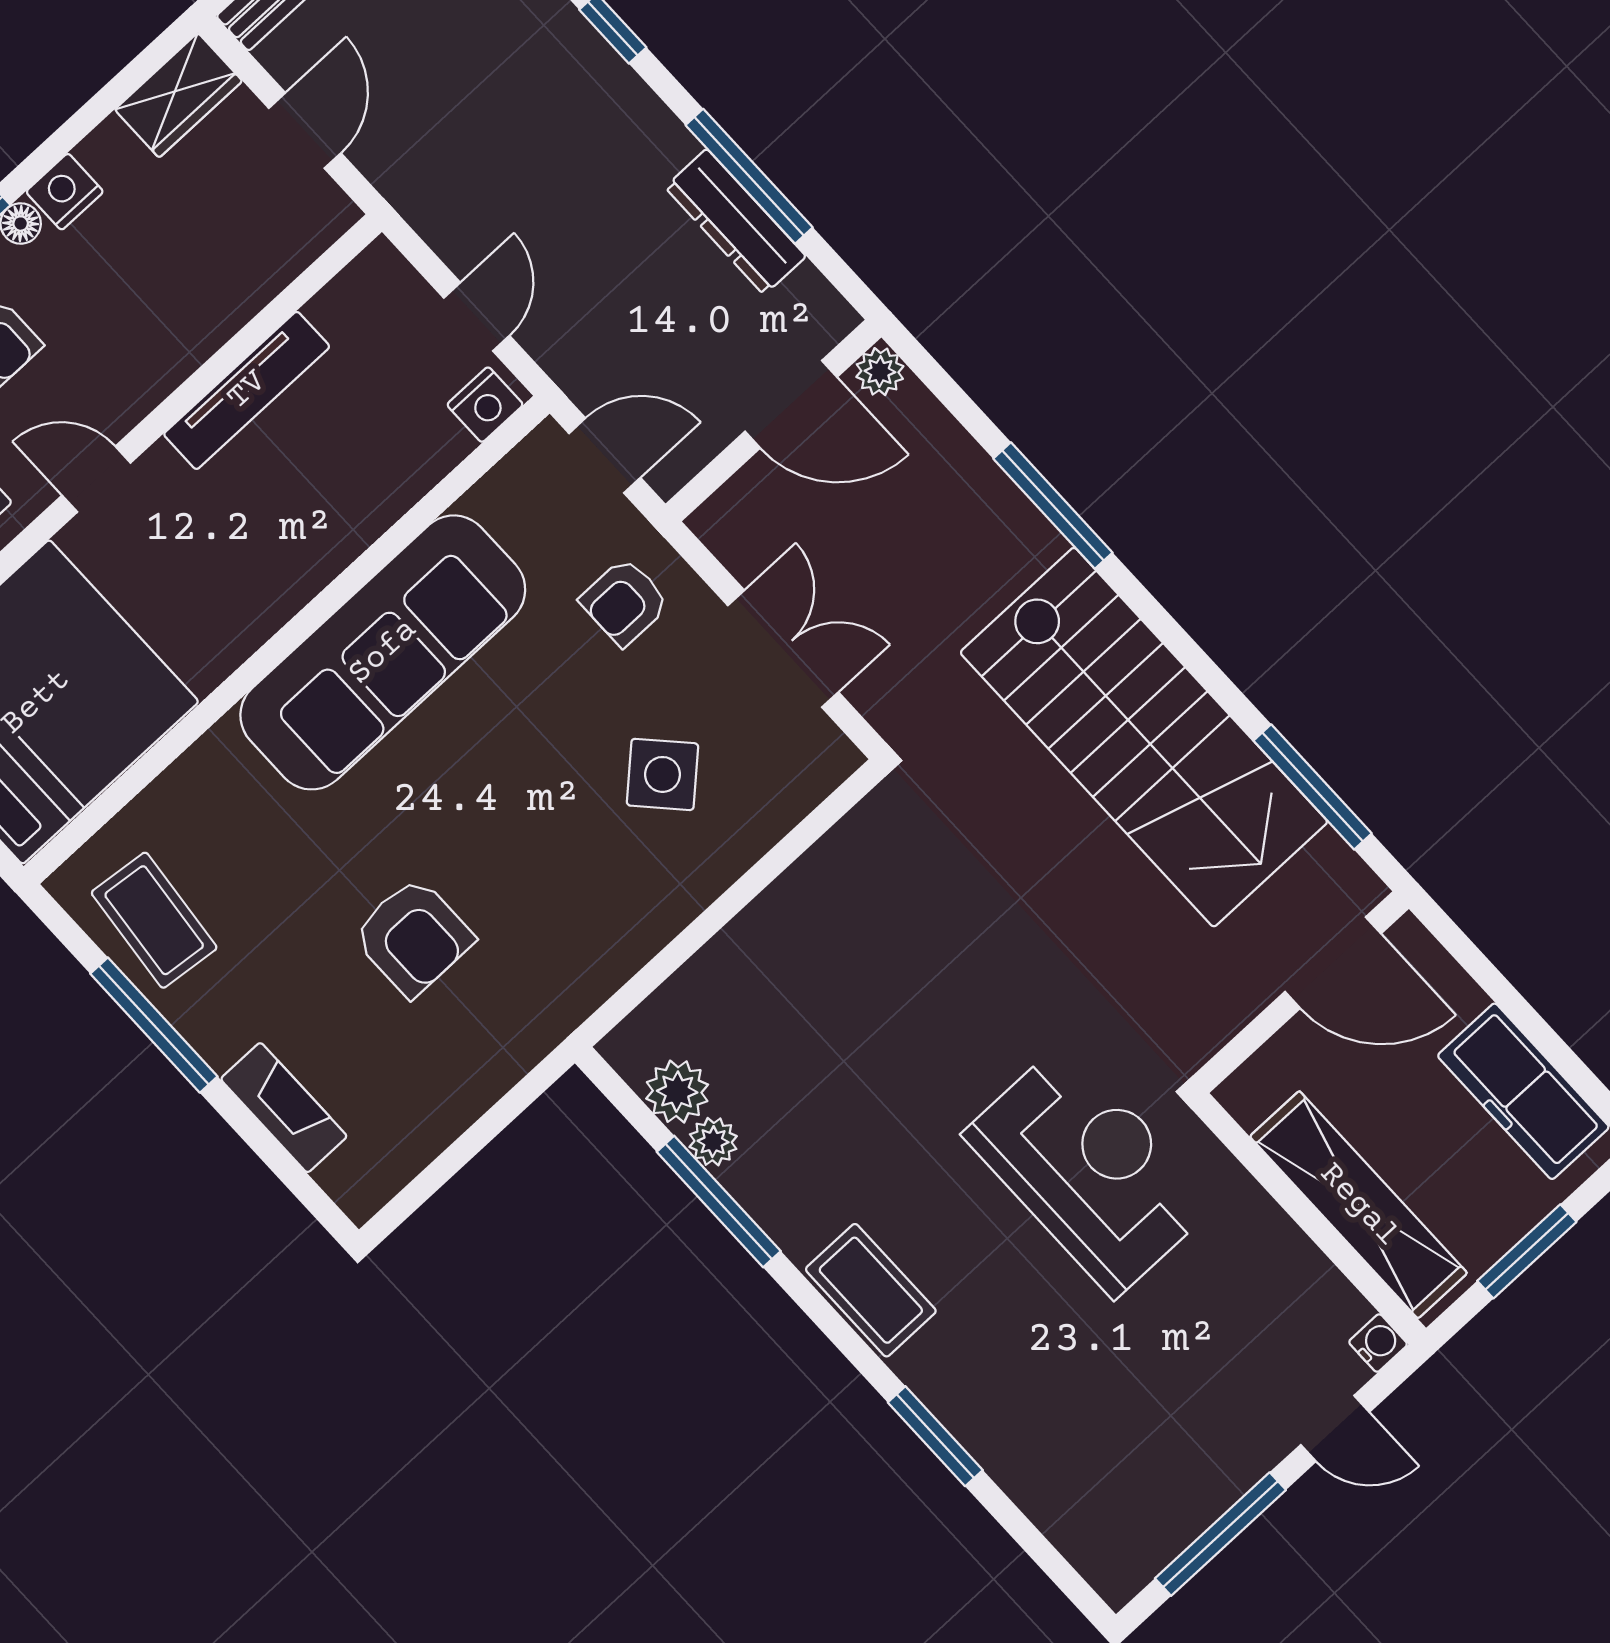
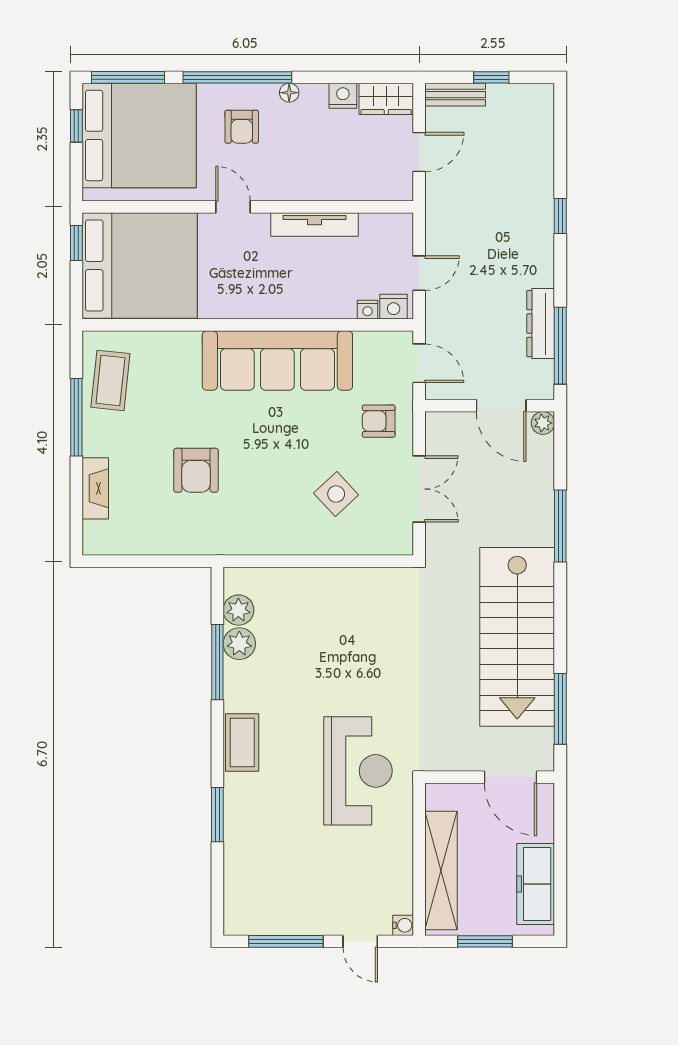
window: (749, 176) -> (560, 346), moved
nightstand: (65, 192) -> (343, 96), moved
nightstand: (449, 446) -> (368, 310), added
plant: (713, 1142) -> (239, 644), width x1.38, depth x1.38

